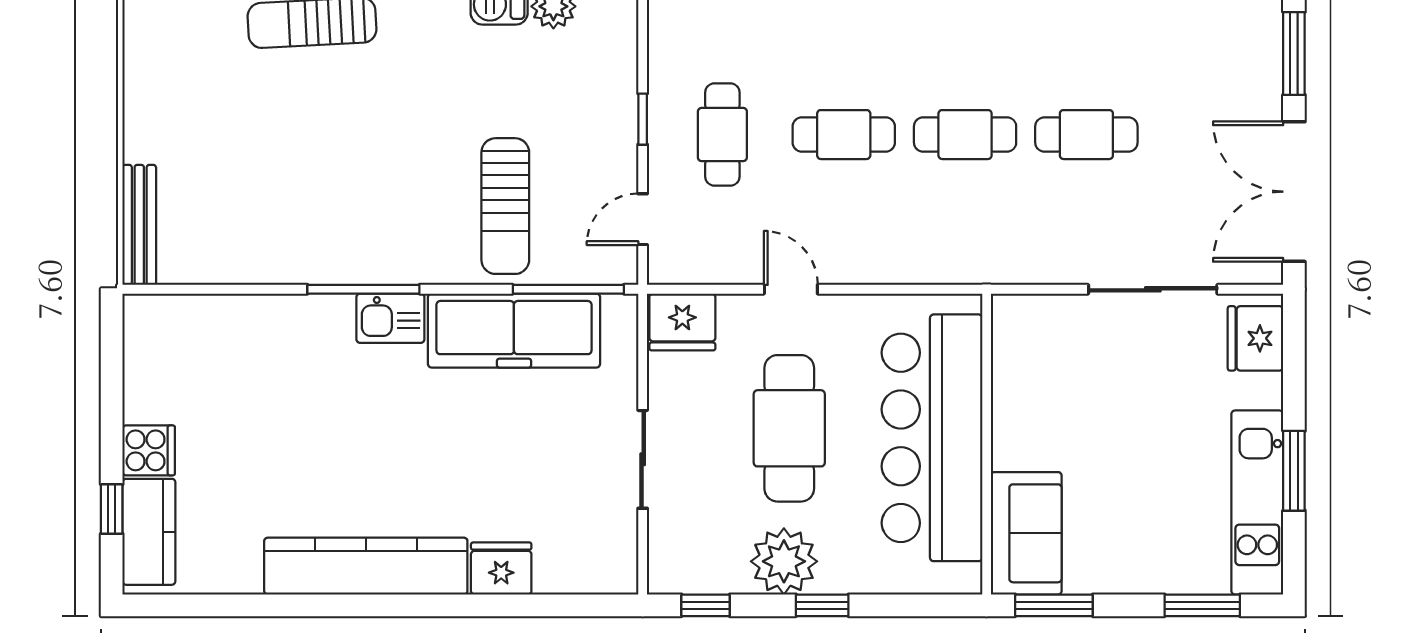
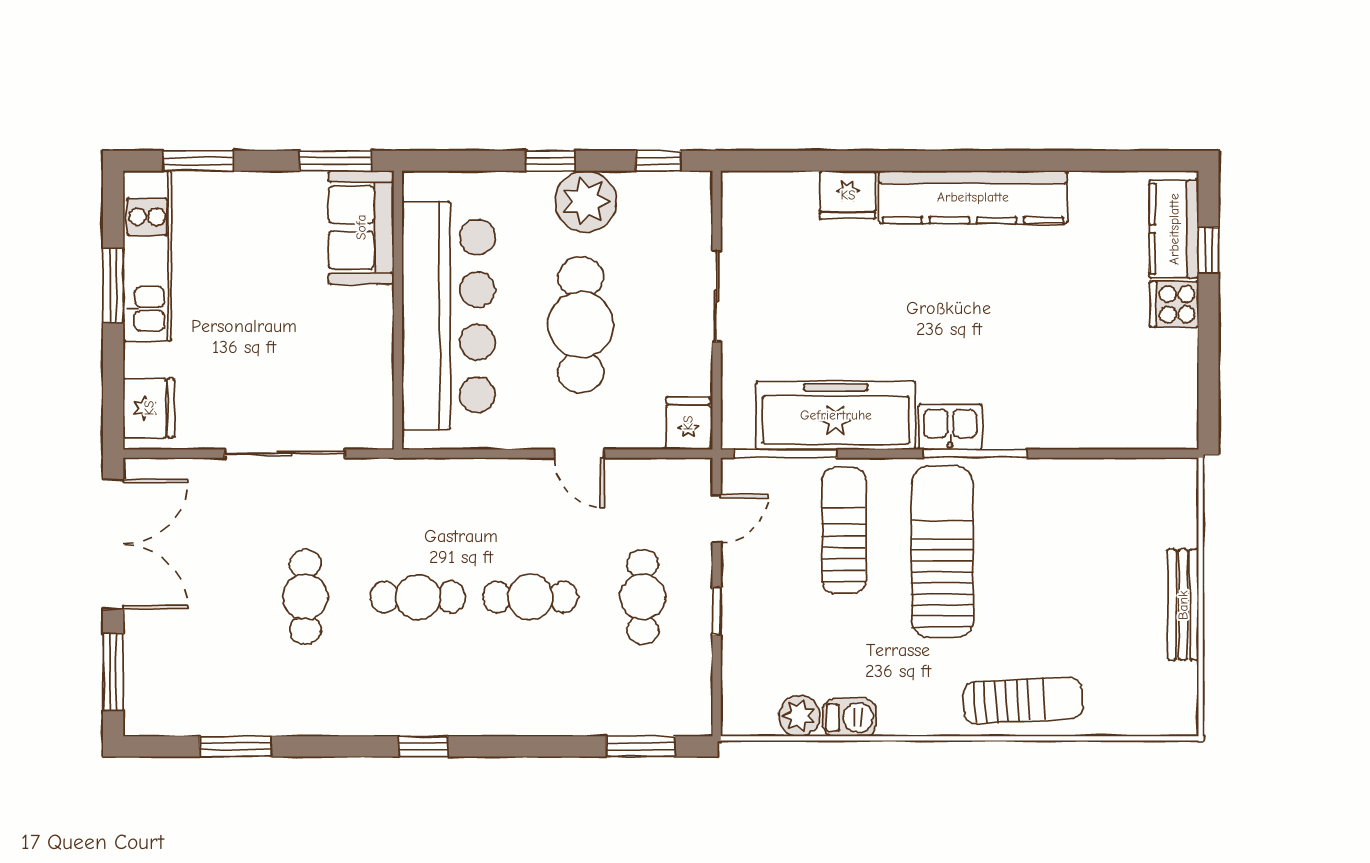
cafe table: (1086, 135) -> (305, 597), turned 90
sun lounger: (399, 183) -> (942, 552), added
bench: (139, 225) -> (1183, 605), moved
sliding door: (1153, 289) -> (285, 454), moved
fridge: (682, 322) -> (688, 423), width x0.72

